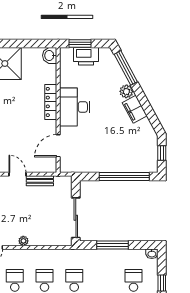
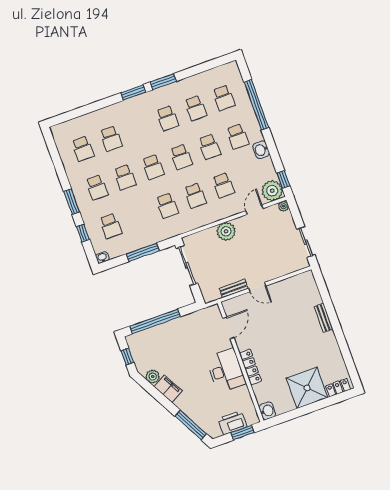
plant: (126, 91) -> (153, 376), moved
plant: (23, 241) -> (226, 231), width x1.88, depth x1.88

